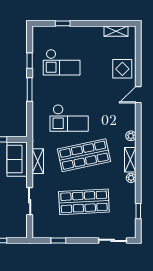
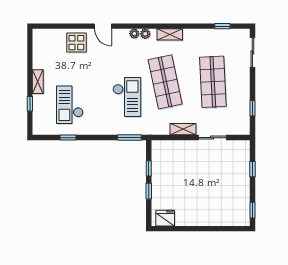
shelving: (116, 31) -> (38, 82), moved
checkout: (62, 62) -> (70, 105), turned 180
window: (30, 90) -> (130, 138), moved
sofa: (17, 159) -> (169, 150), removed
shelving: (38, 161) -> (183, 129), moved
plant: (131, 178) -> (134, 34), moved

